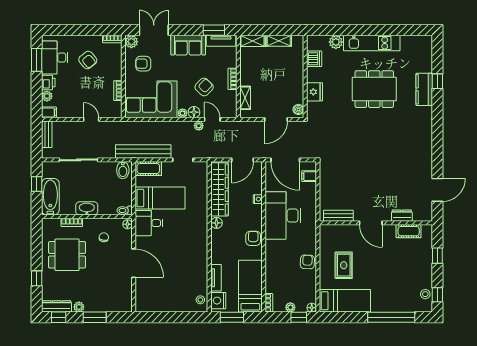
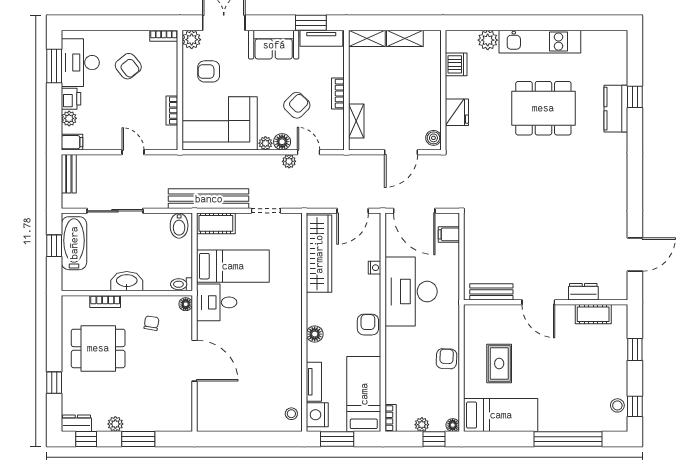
bathtub: (50, 197) -> (74, 243), moved
floor lamp: (216, 223) -> (315, 334), moved
dresser: (57, 306) -> (76, 423), width x0.70

